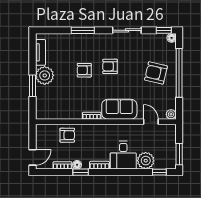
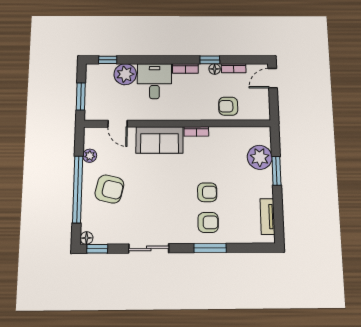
armchair: (110, 66) -> (208, 222), moved
plant: (45, 75) -> (260, 157), moved
plant: (171, 114) -> (90, 156), moved
window: (179, 154) -> (81, 96), moved

